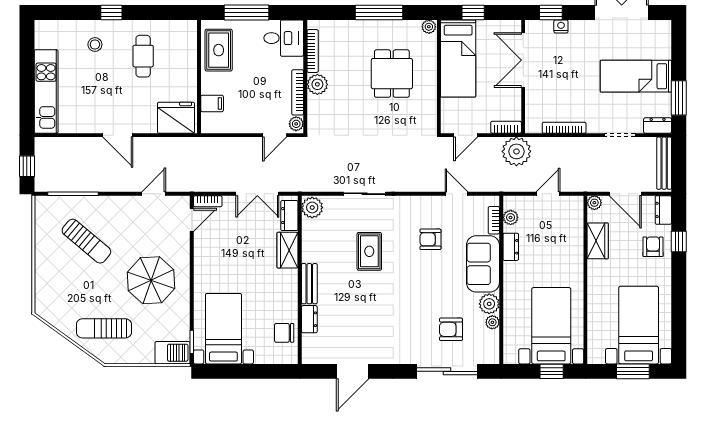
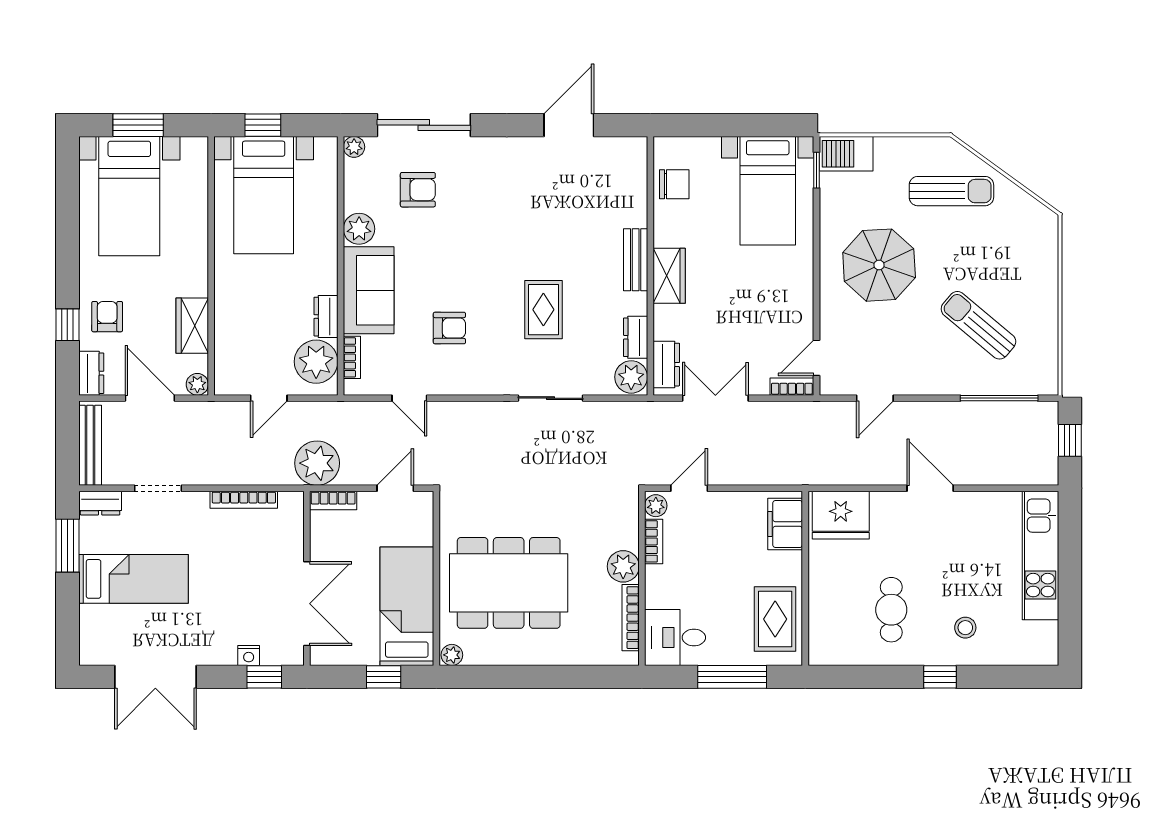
window: (379, 12) -> (528, 677), removed
dining table: (392, 74) -> (509, 583), width x1.88, depth x1.24
bookcase: (298, 92) -> (654, 541), width x0.64
filing cabinet: (212, 103) -> (785, 524), width x2.00
plant: (511, 217) -> (316, 362), width x1.88, depth x1.88
armchair: (653, 247) -> (107, 317), turned 180
wardrobe: (288, 250) -> (669, 276), moved
dresser: (309, 319) -> (636, 337), moved
plant: (492, 322) -> (354, 147), moved

